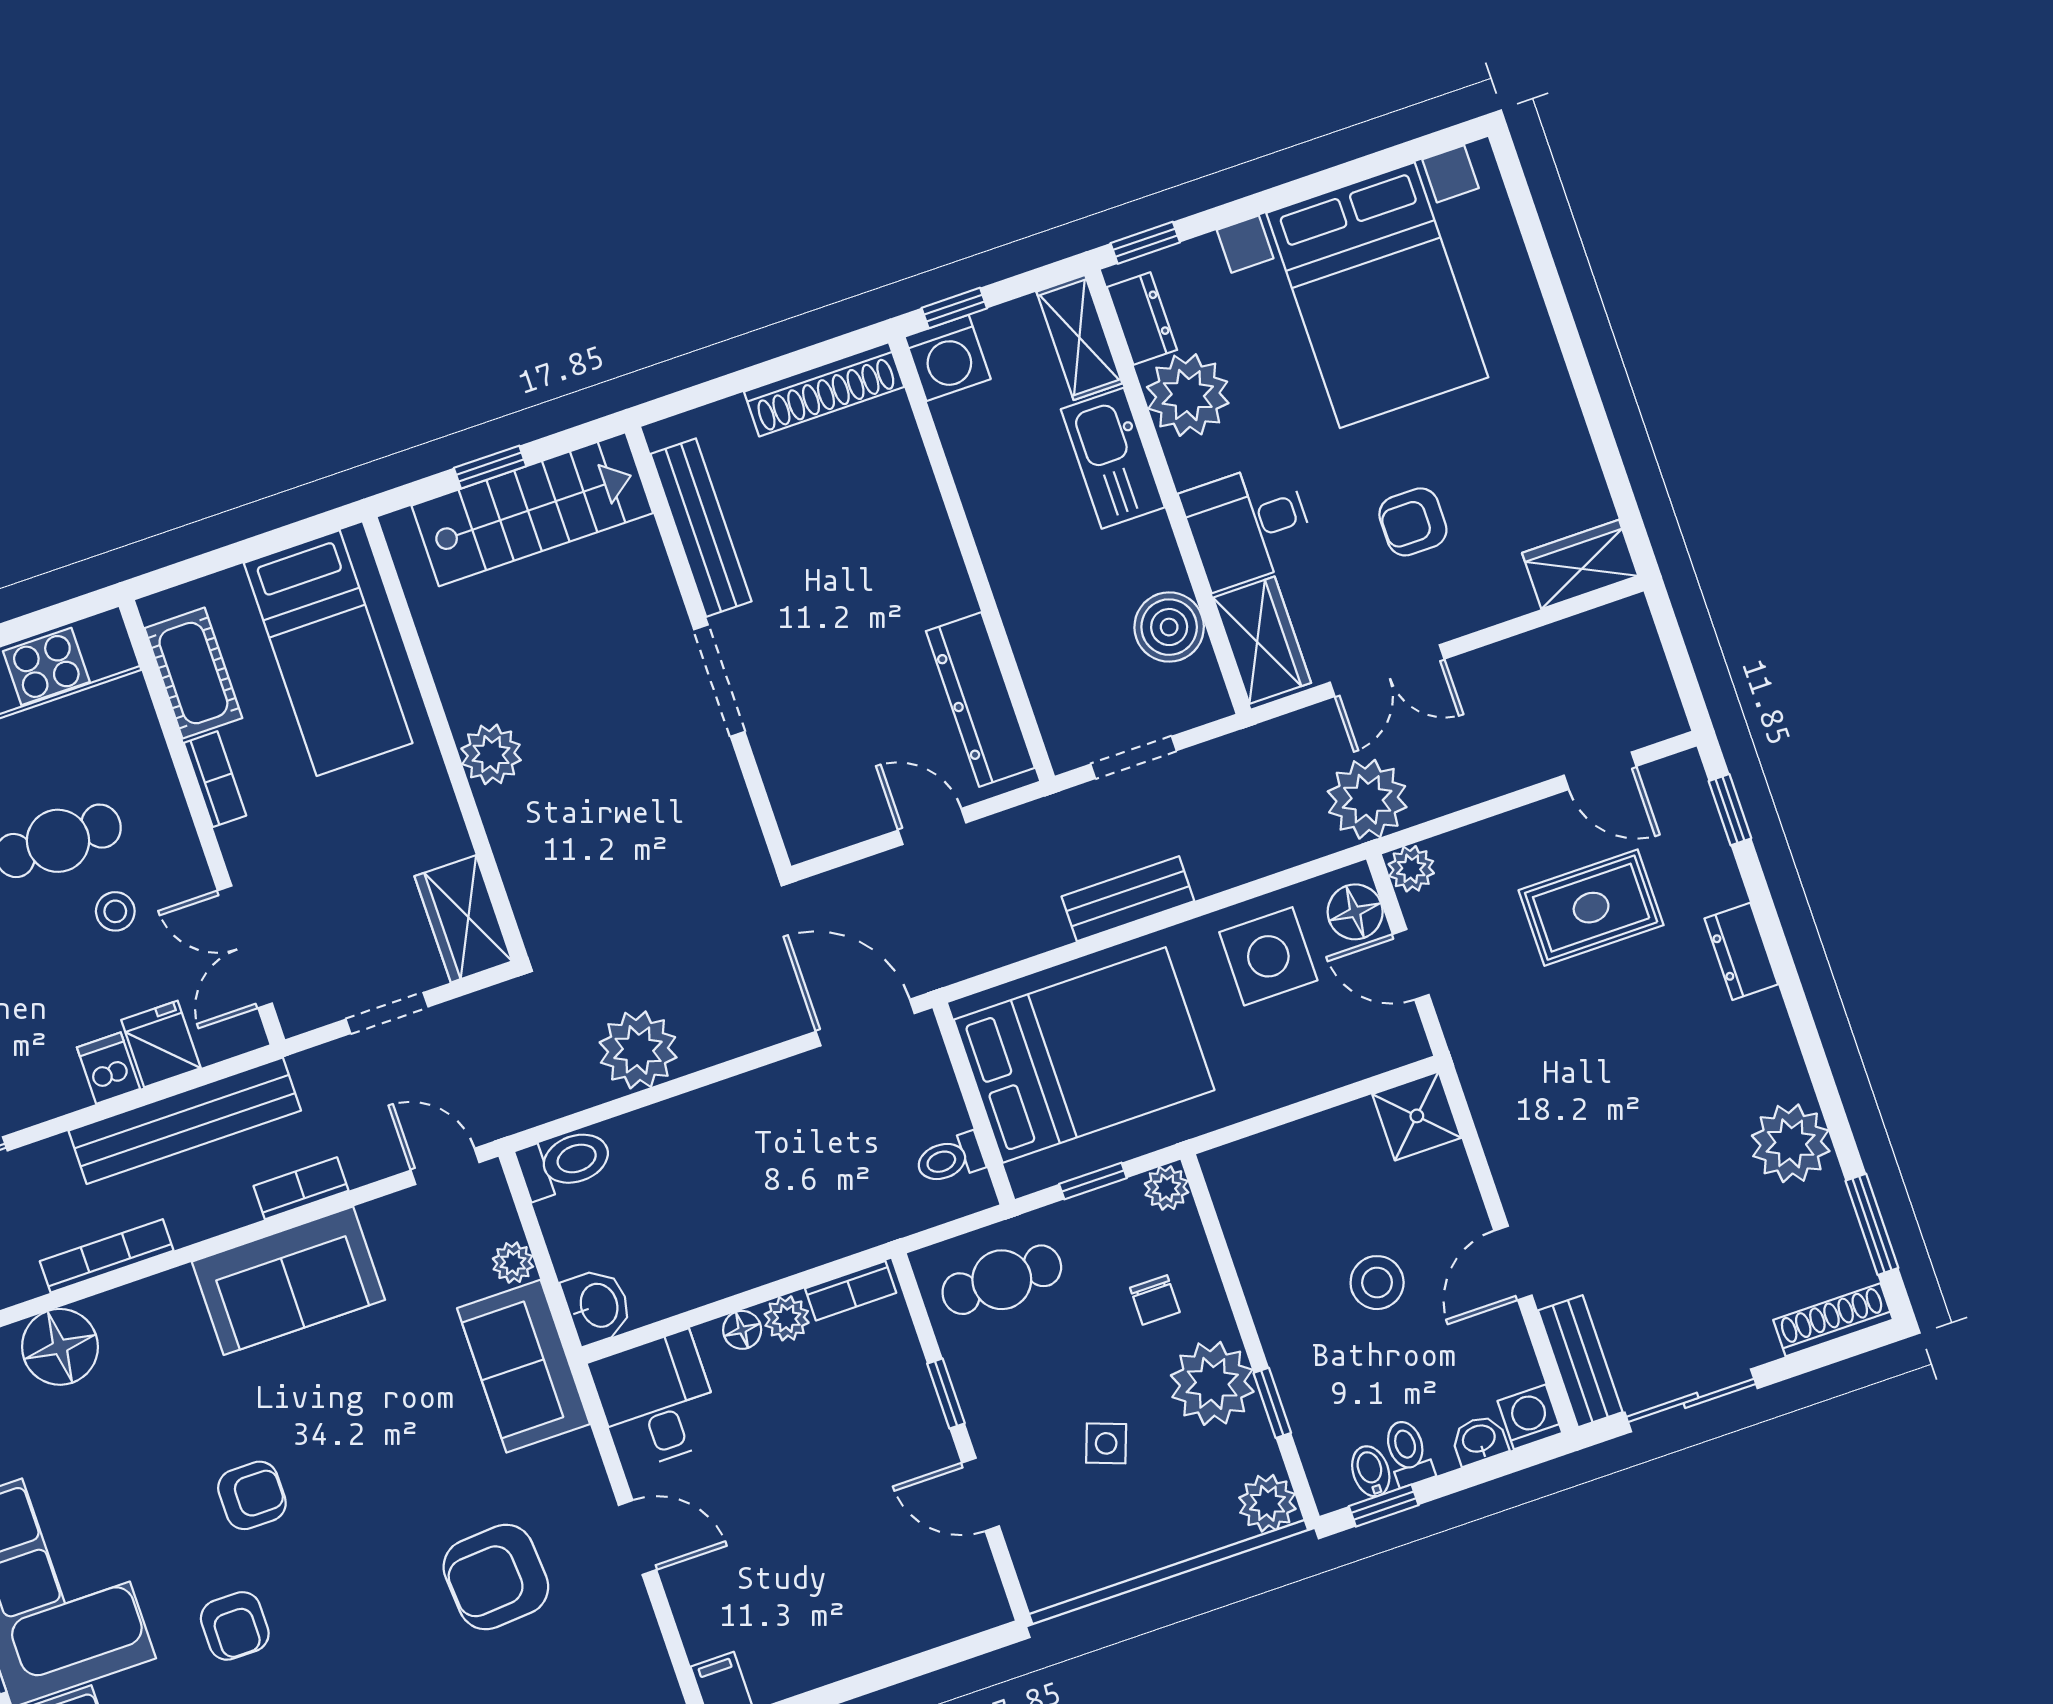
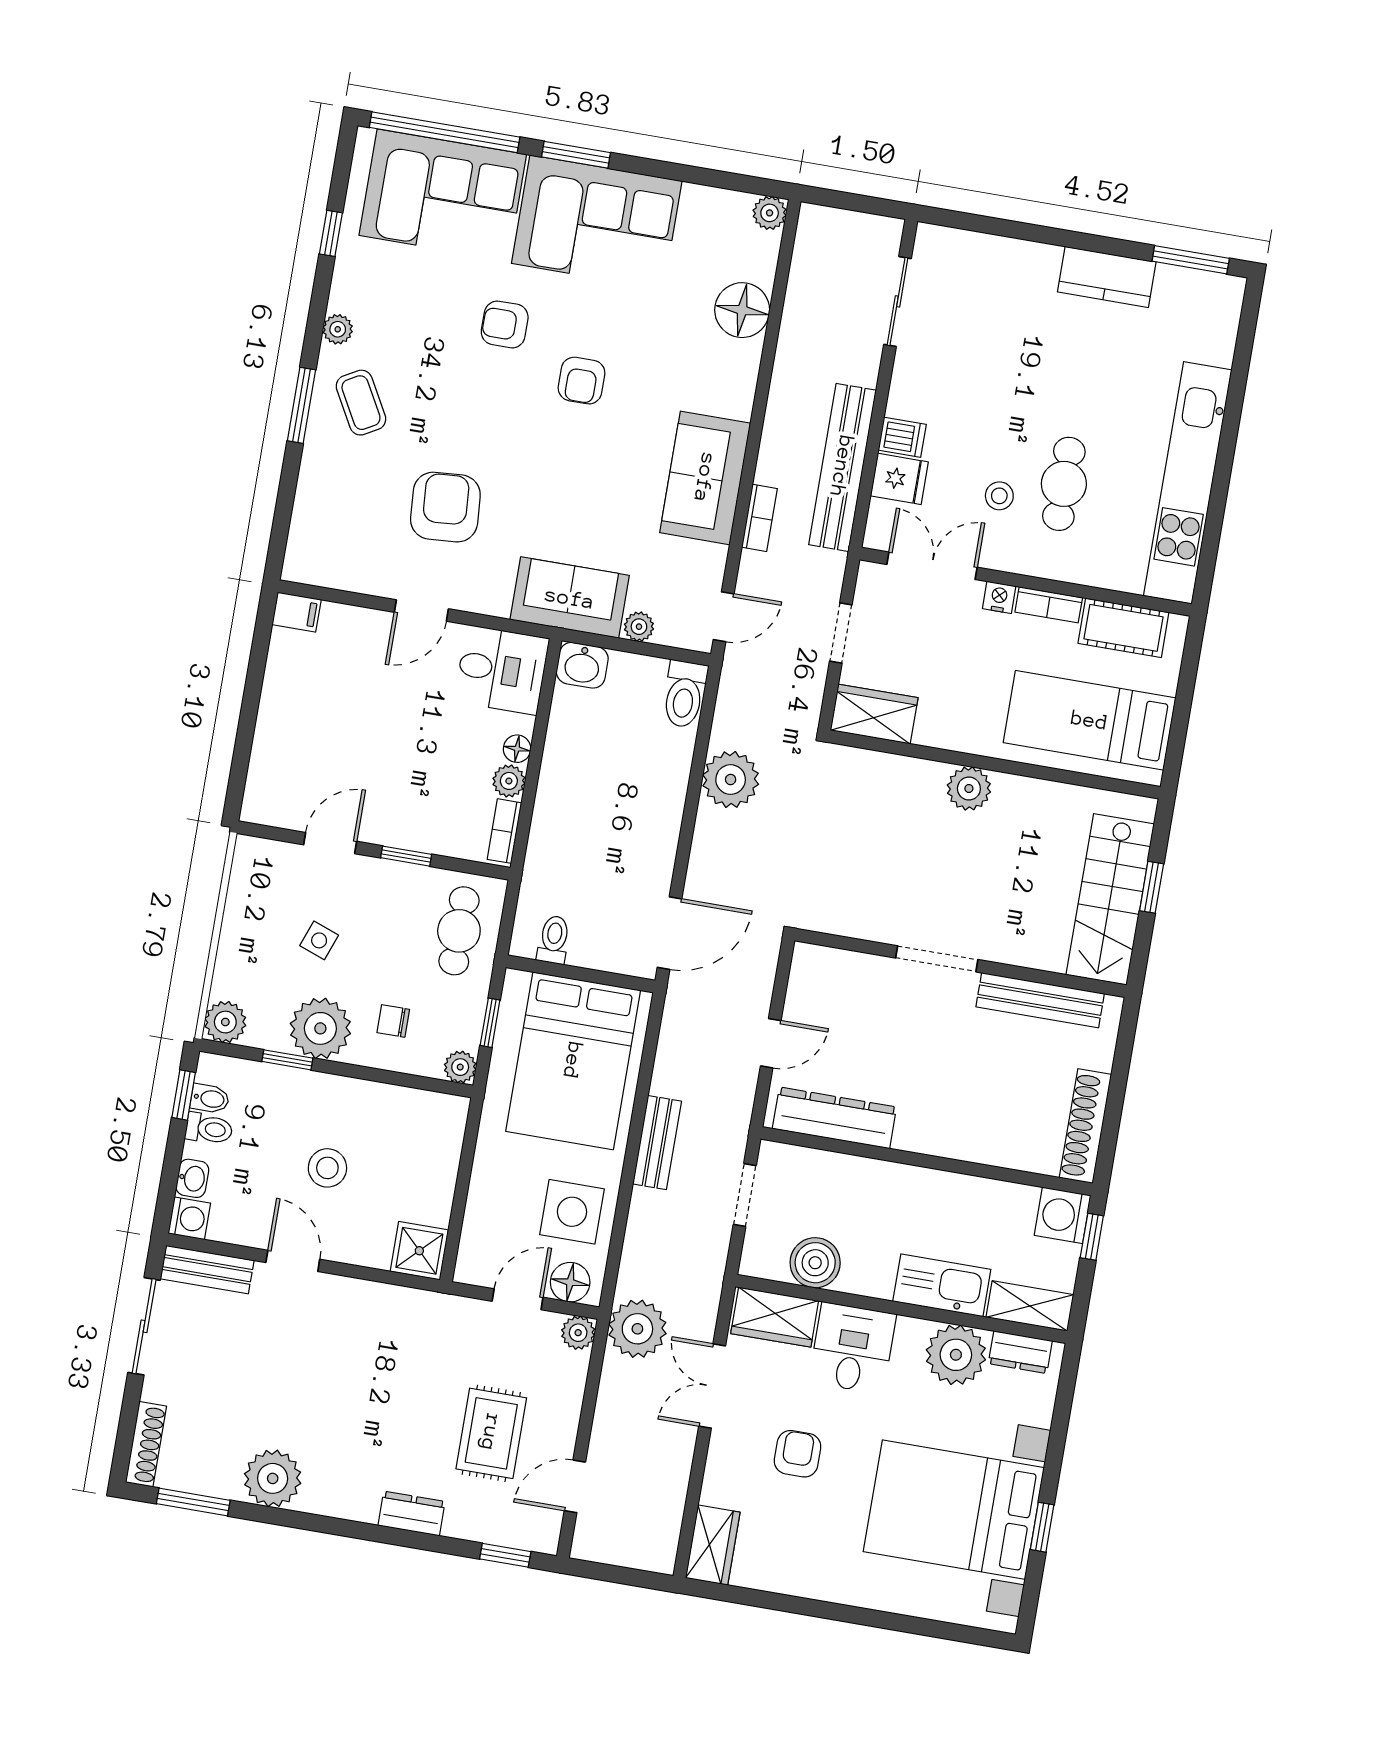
window: (1145, 243) -> (1042, 1527), moved
nightstand: (239, 844) -> (999, 597), added
bookcase: (107, 1256) -> (784, 371), removed

